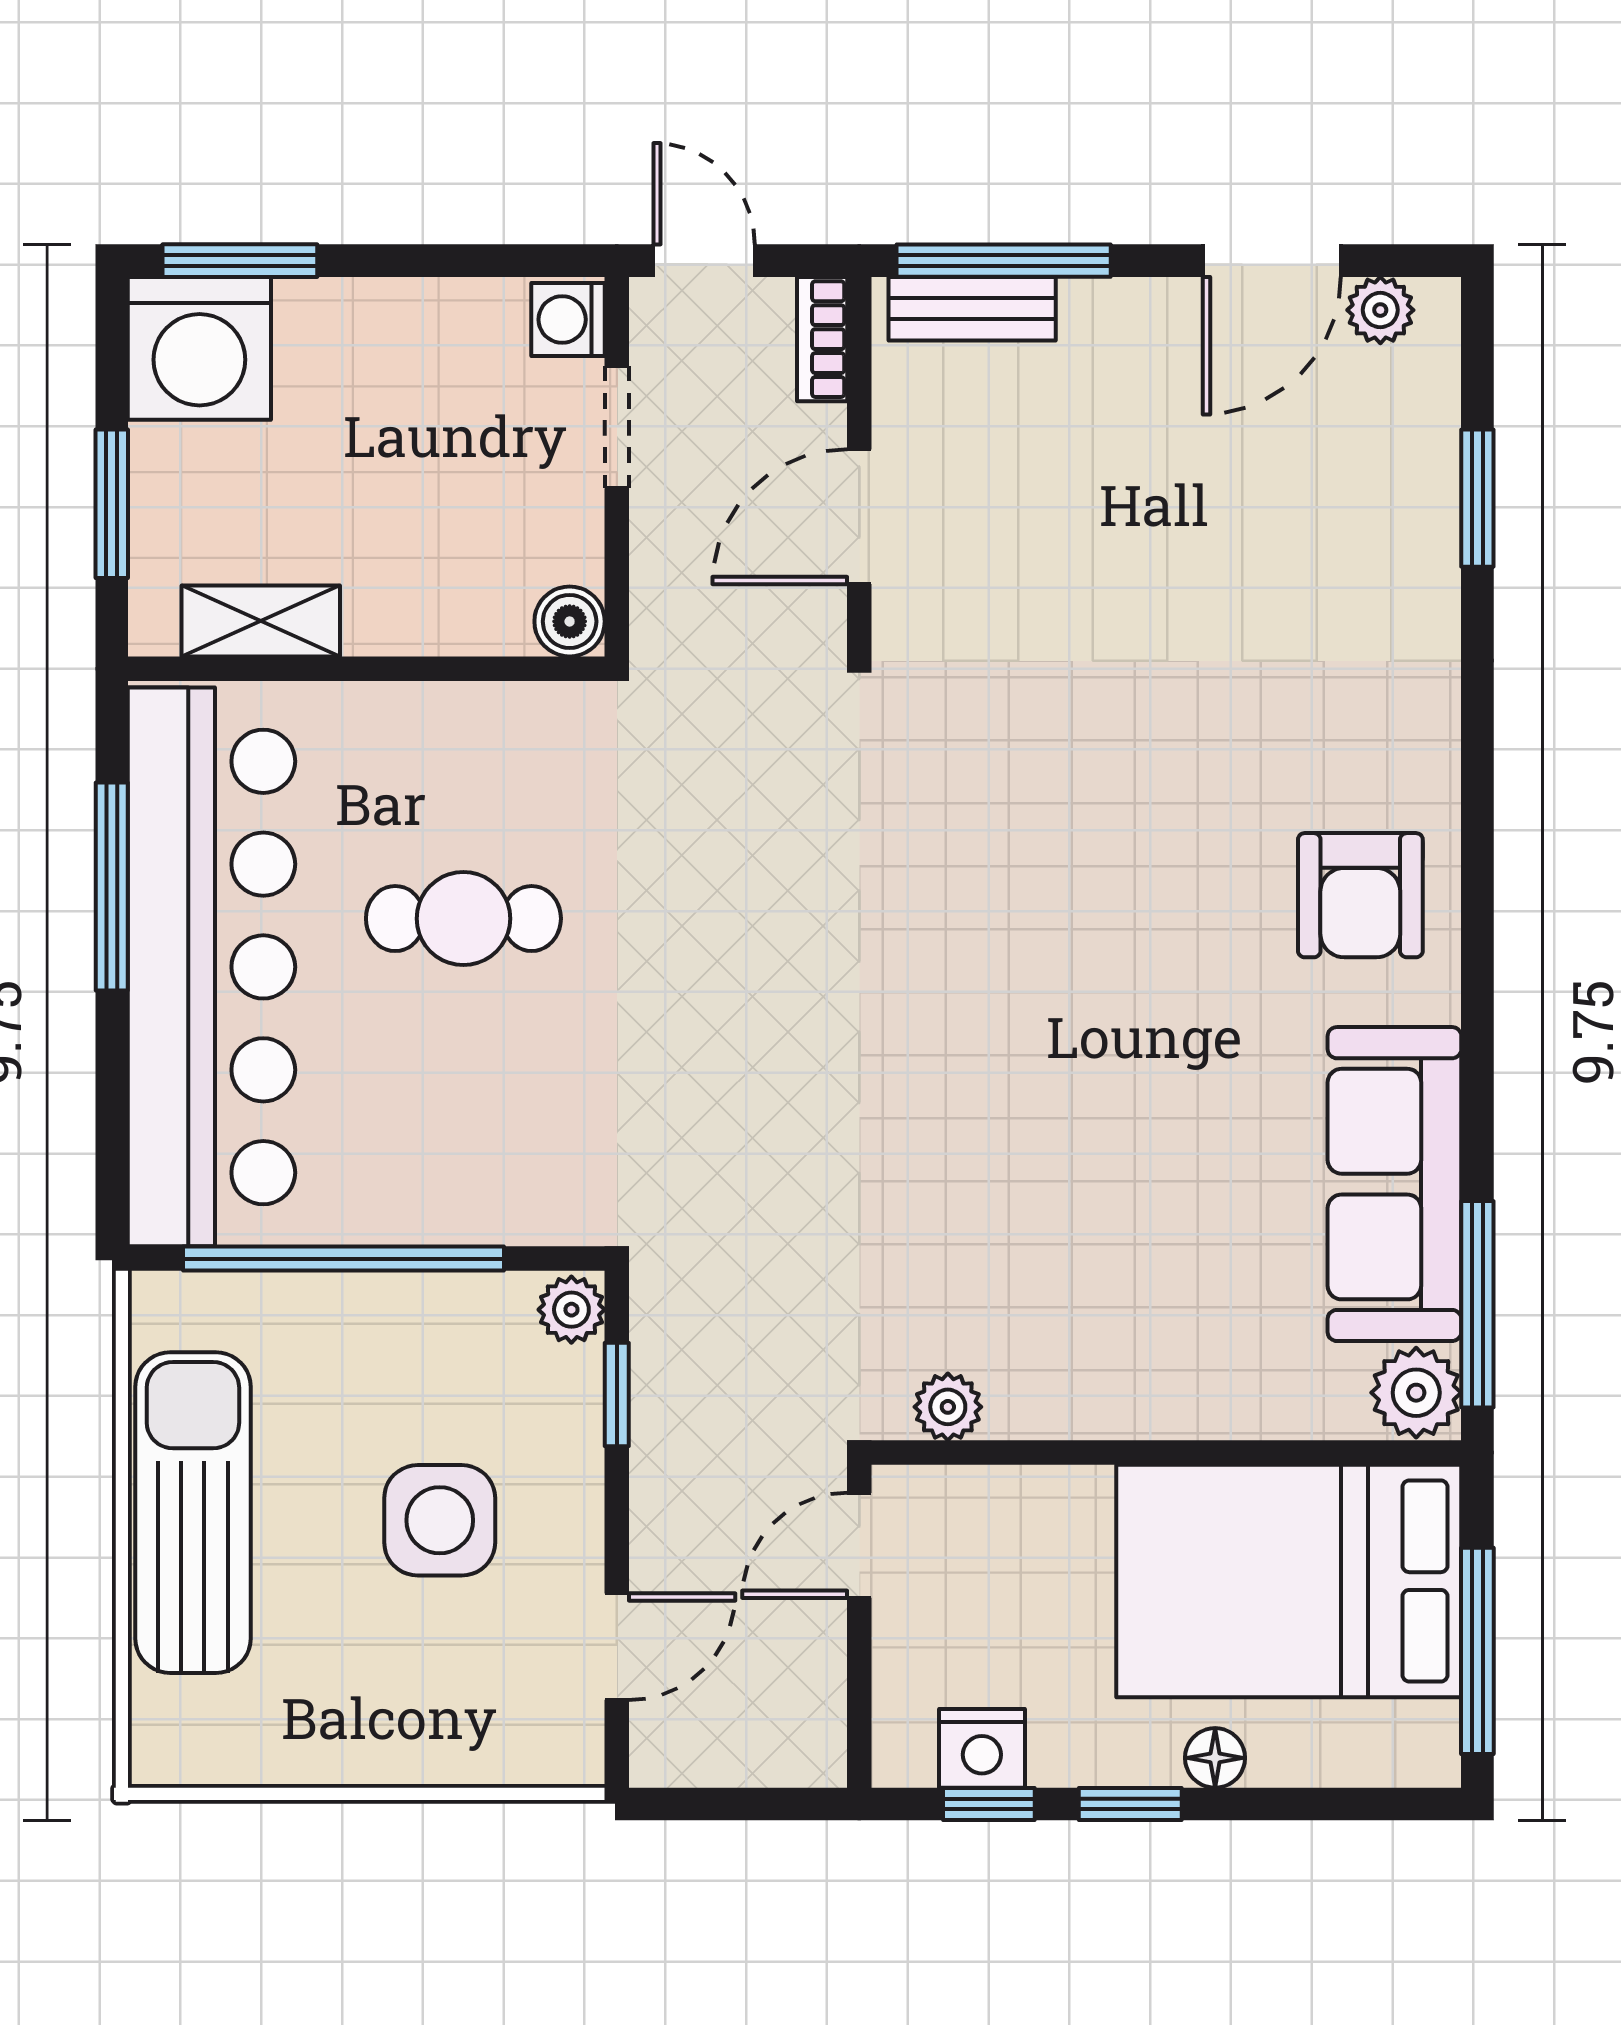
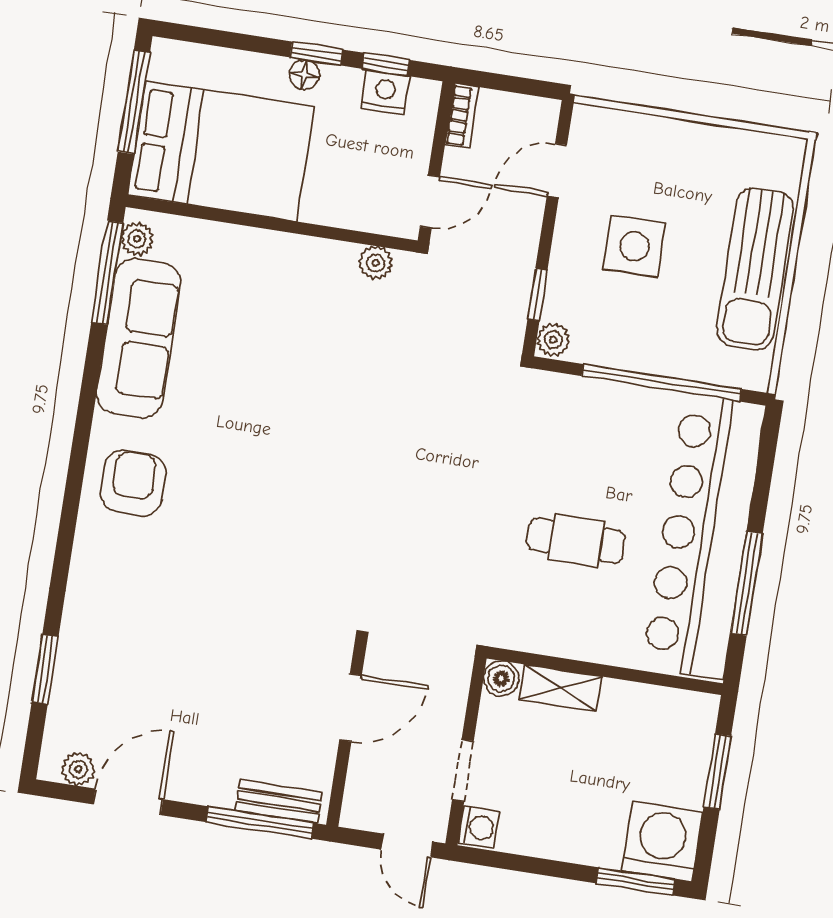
bookcase: (822, 339) -> (462, 116), moved
shelving: (261, 621) -> (560, 688), moved
plant: (1416, 1393) -> (137, 239), width x0.73, depth x0.73
floor lamp: (1215, 1758) -> (304, 75), moved

